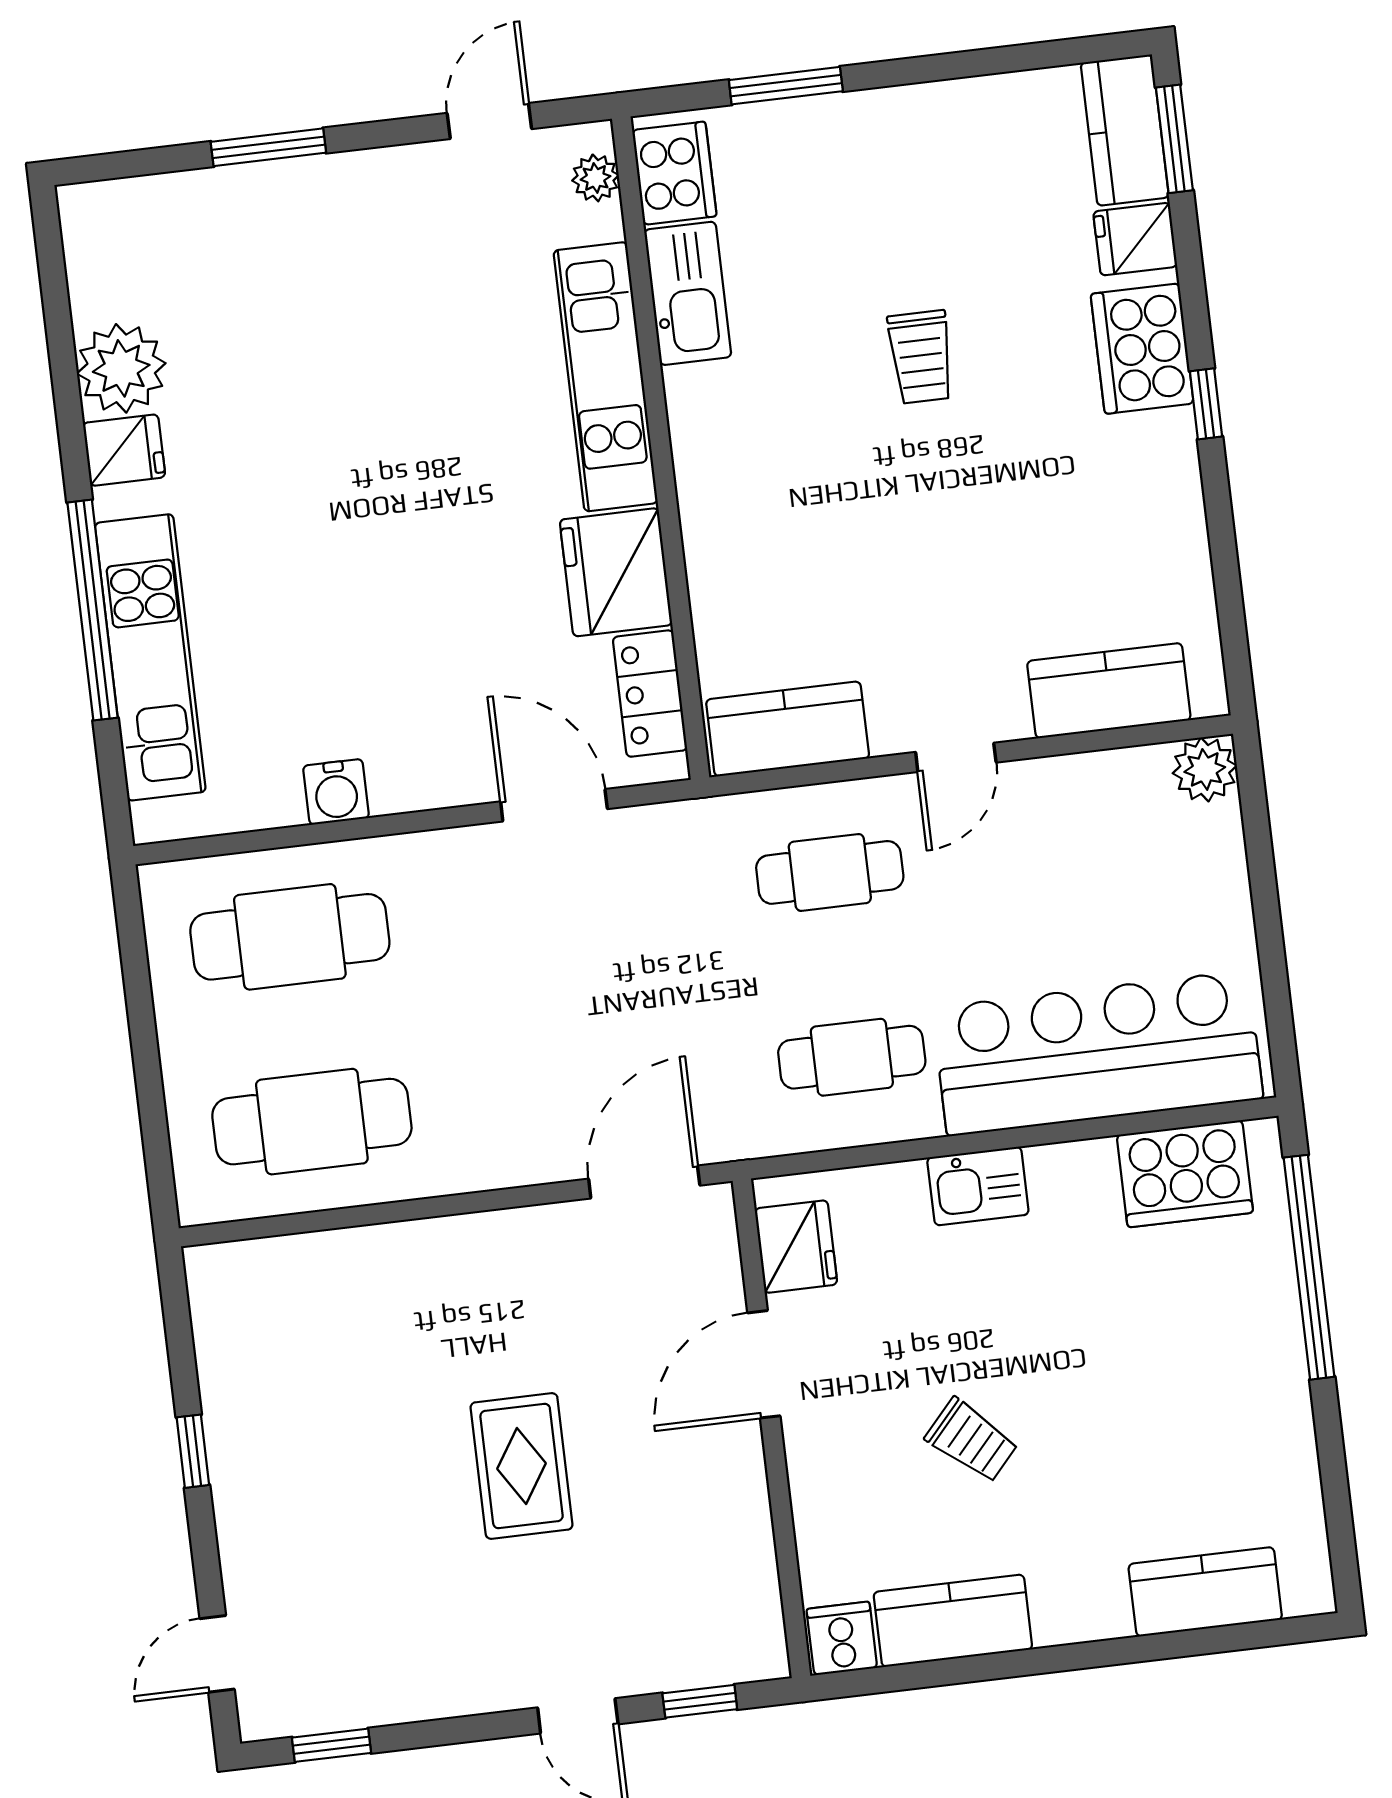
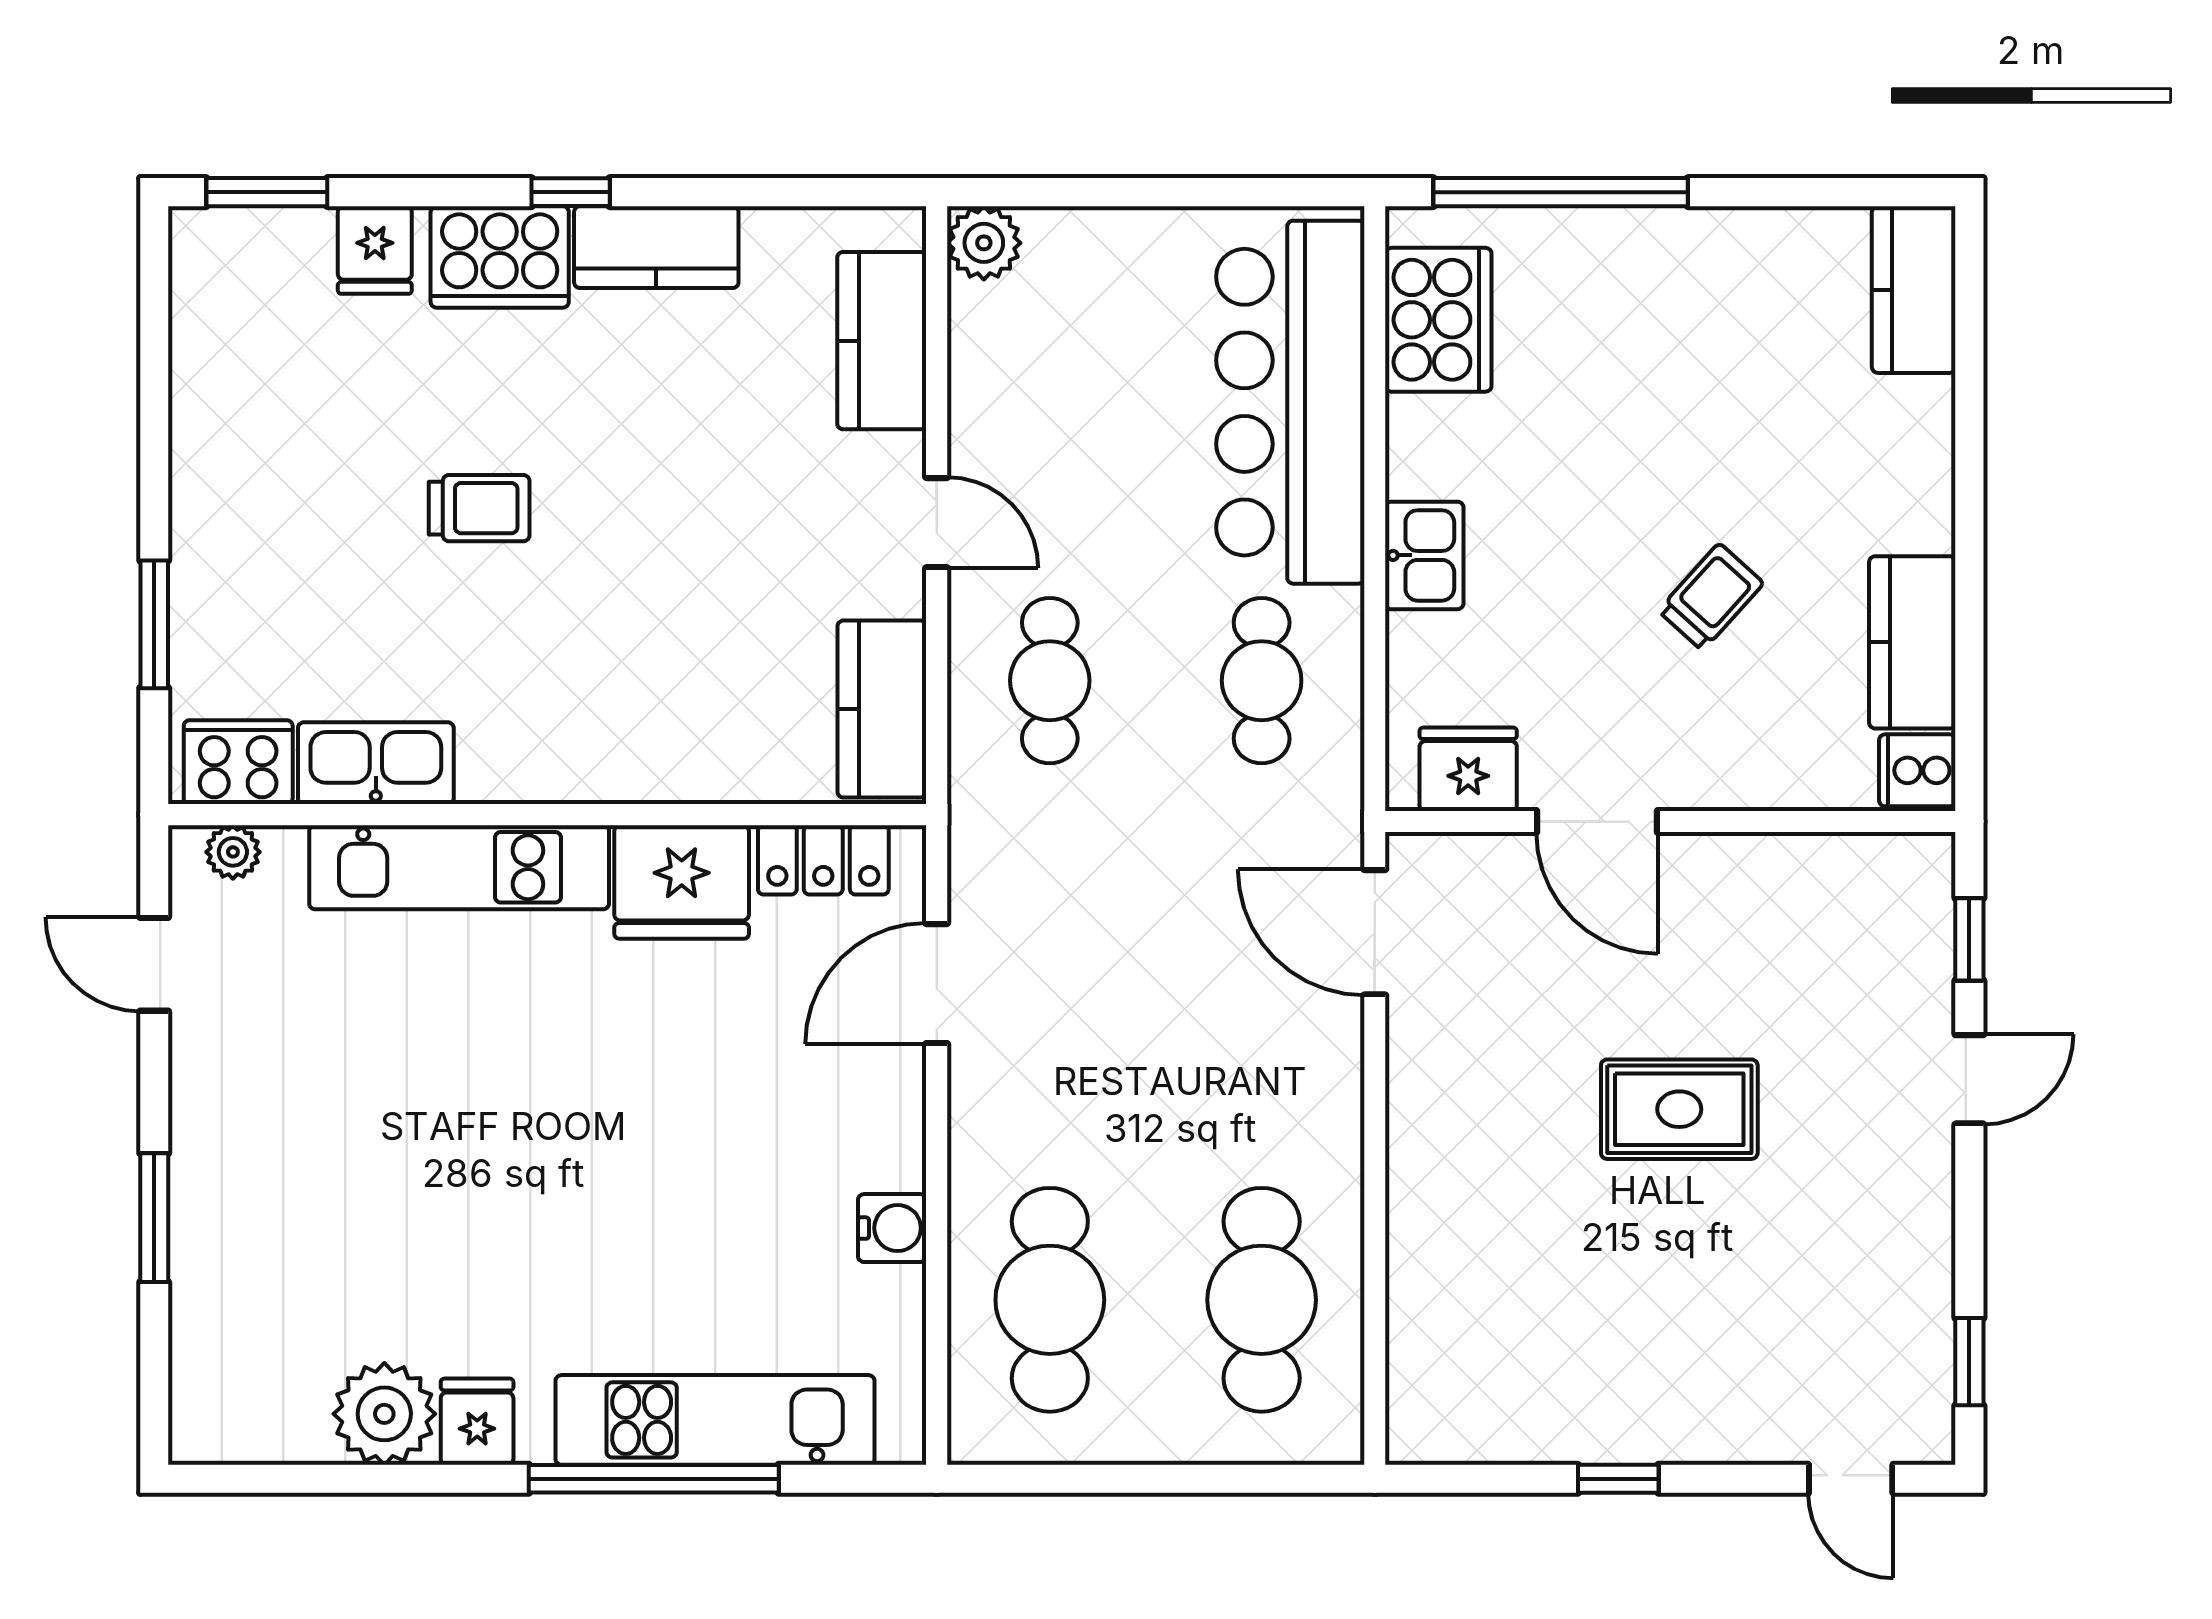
kitchen counter: (1125, 130) -> (656, 247), moved
kitchen counter: (1205, 1592) -> (1914, 290), moved

